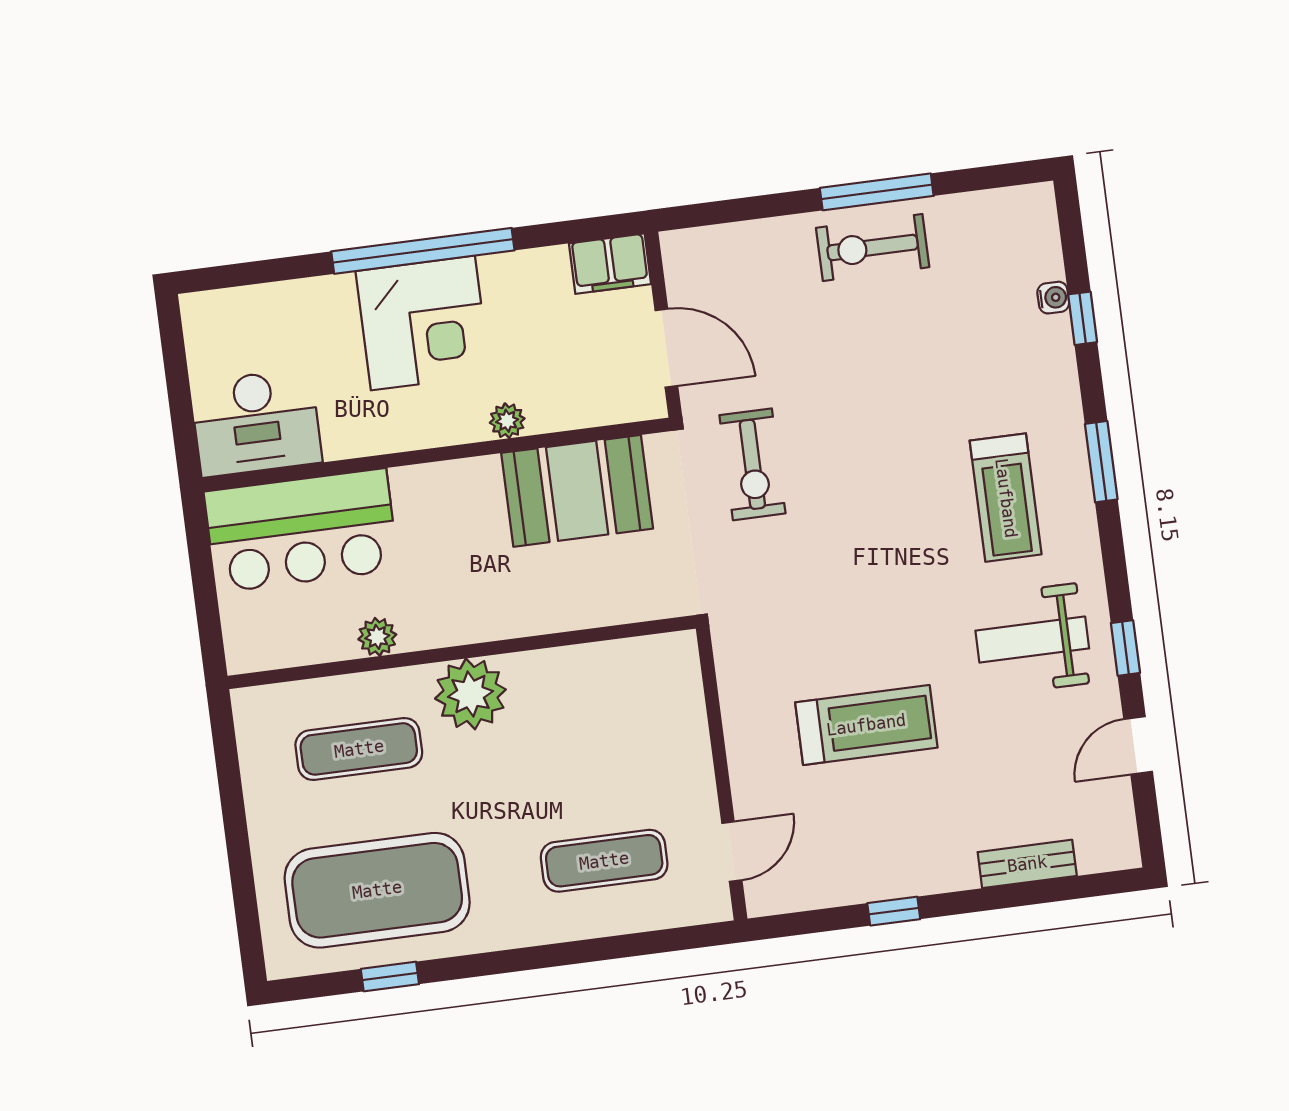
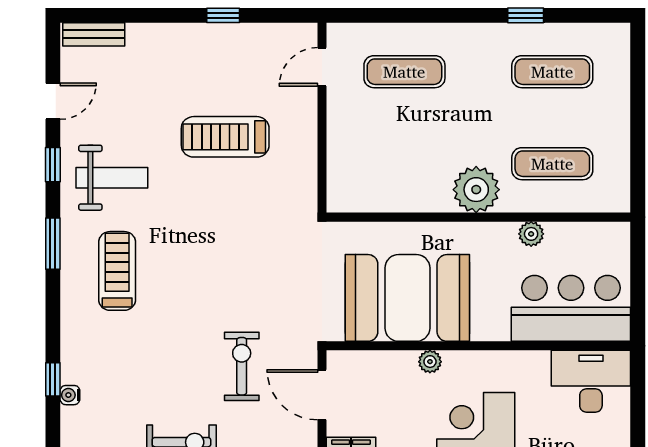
window: (1101, 462) -> (53, 244), moved
exercise bike: (752, 464) -> (242, 366), moved
booth: (577, 491) -> (407, 298), width x1.36, depth x1.42
bench: (1027, 864) -> (94, 34), moved
exercise mat: (377, 890) -> (552, 72), width x0.50, depth x0.69
window: (390, 977) -> (526, 15), moved

